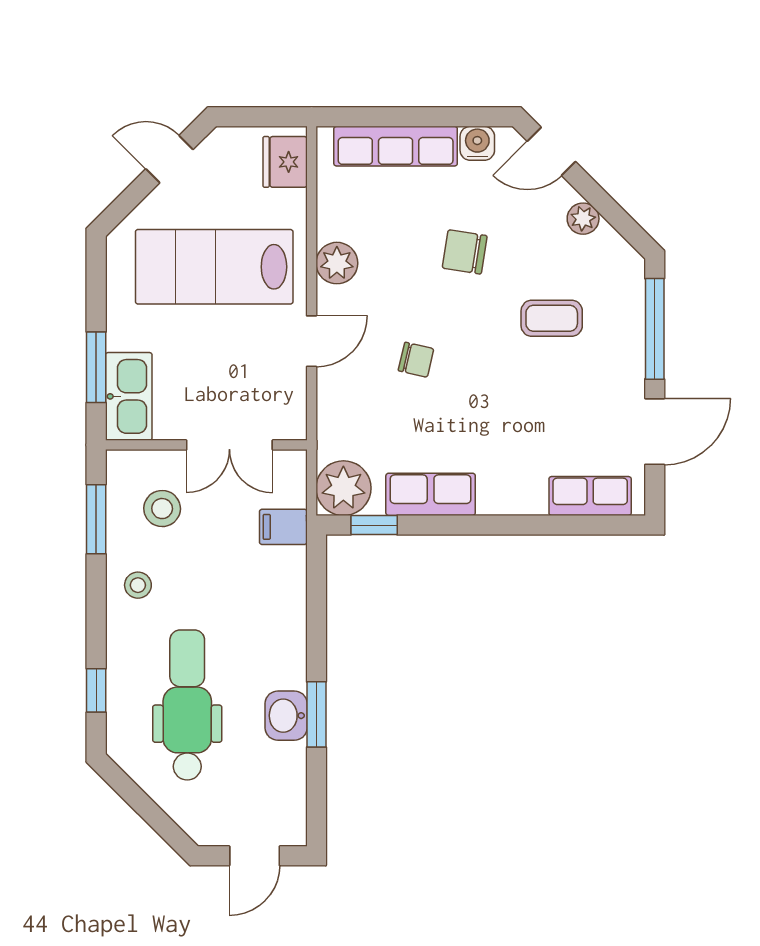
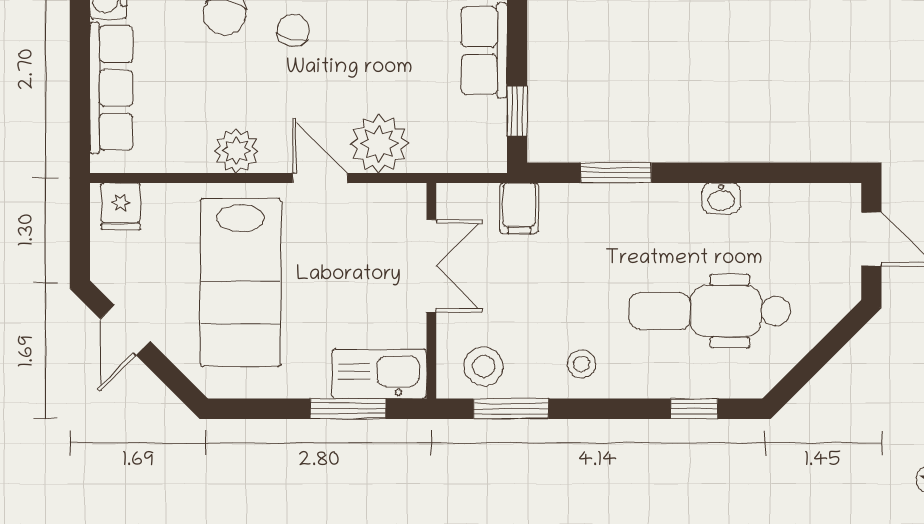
fridge: (285, 162) -> (121, 206), width x0.72
chair: (416, 360) -> (293, 30), moved
plant: (343, 488) -> (379, 144), moved
stool: (162, 509) -> (484, 366), moved
window: (316, 714) -> (616, 173), moved
washbasin: (286, 716) -> (721, 198), width x0.72, depth x0.69

